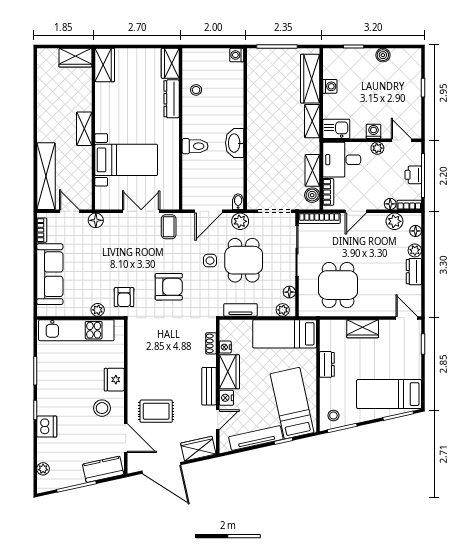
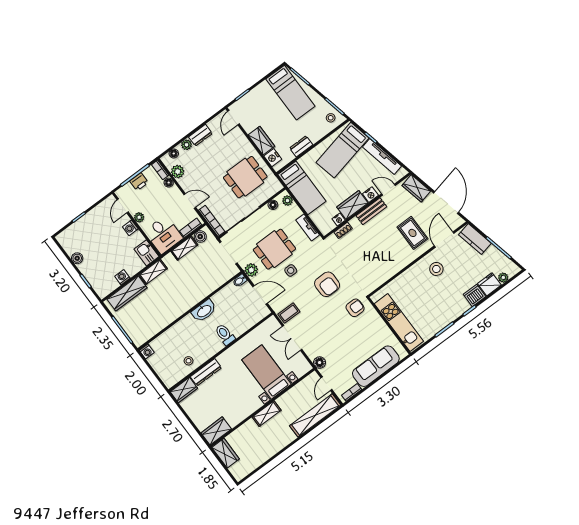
armchair: (169, 287) -> (327, 284), turned 180
plant: (98, 310) -> (376, 319), removed
nightstand: (337, 327) -> (273, 158), added
fridge: (114, 380) -> (489, 284), moved, turned 180

